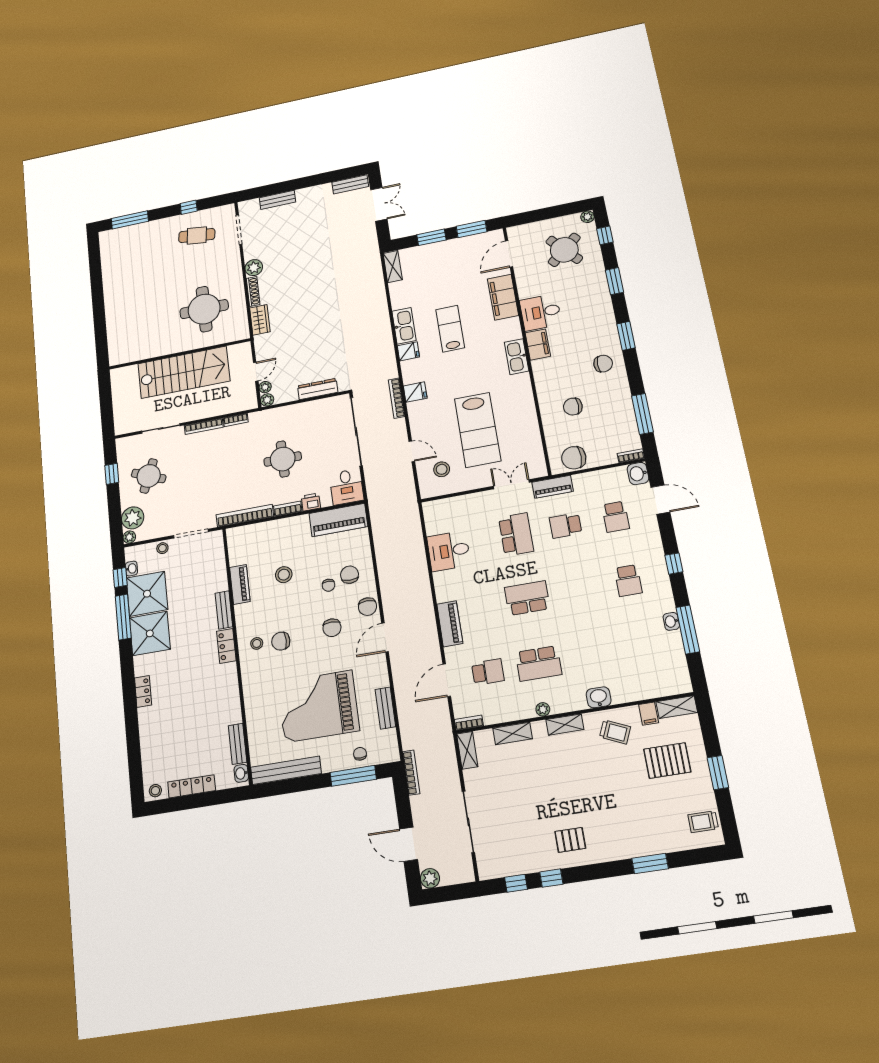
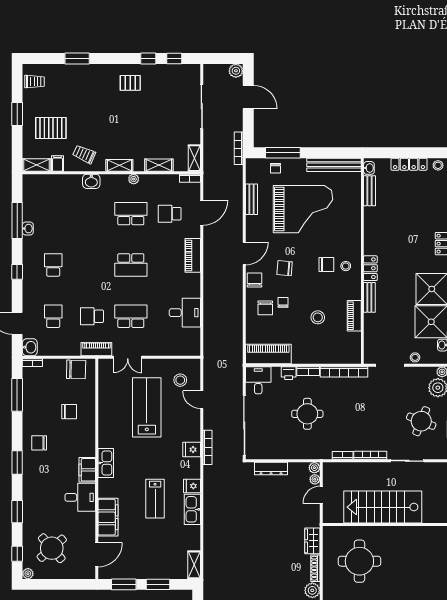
school desk: (566, 526) -> (92, 316), turned 180
school desk: (516, 534) -> (131, 316), turned 90
chair: (332, 628) -> (285, 268), turned -85

